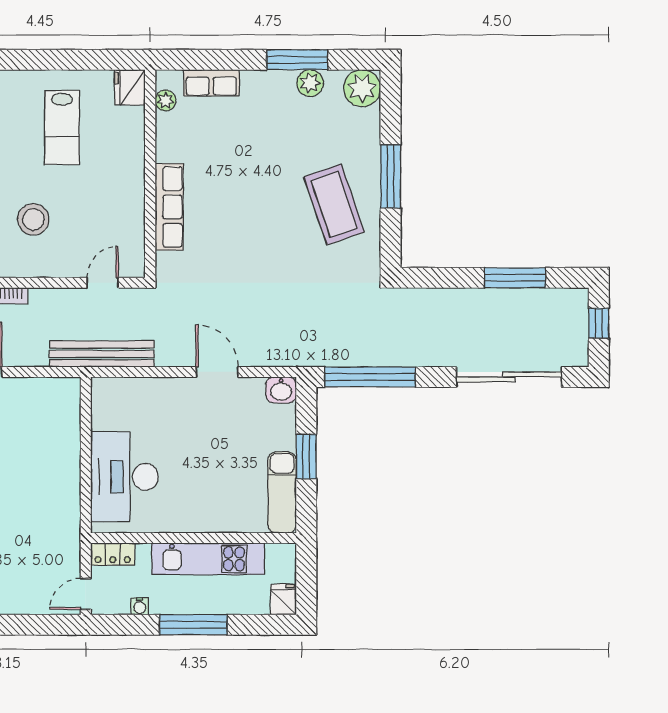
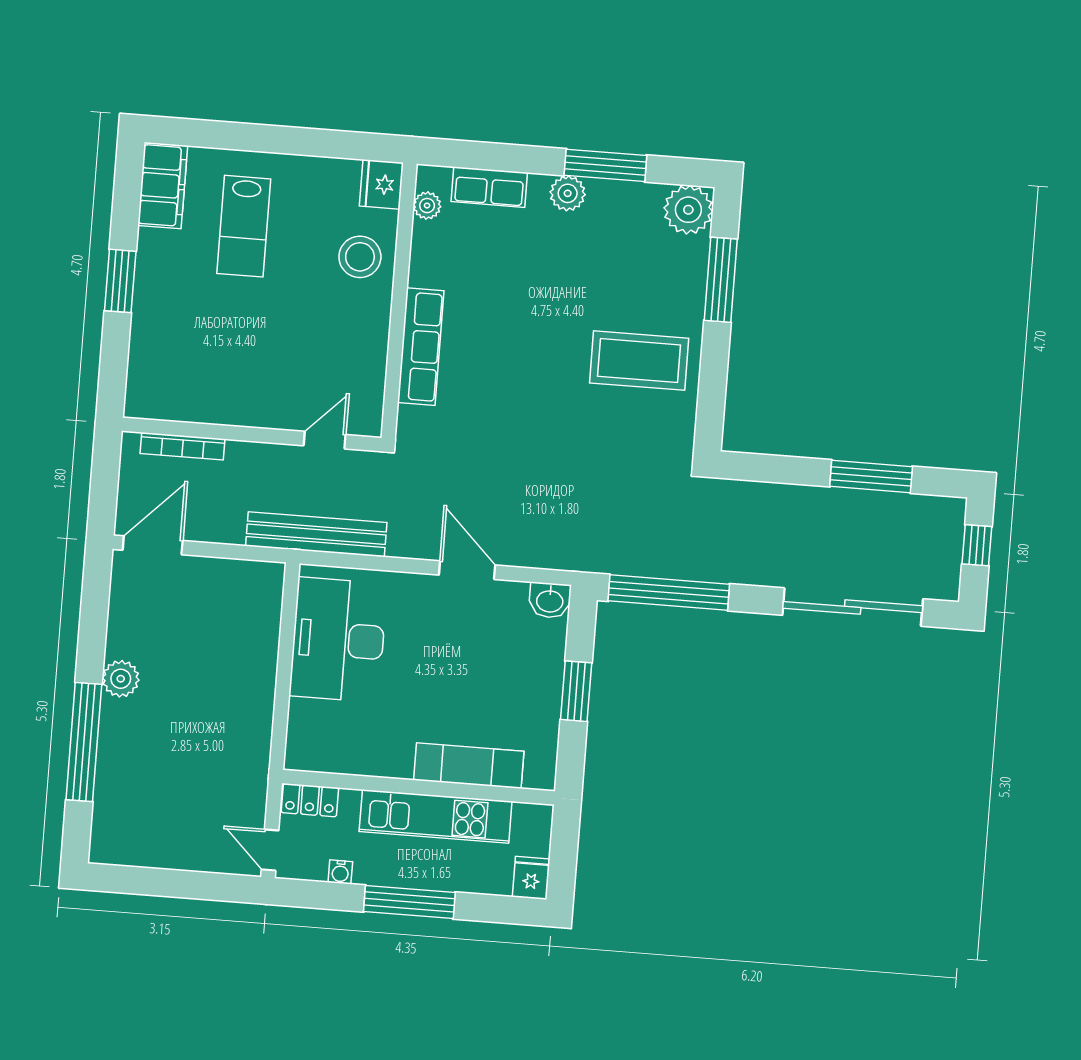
plant: (310, 83) -> (568, 193), moved
lab bench: (62, 128) -> (244, 226), moved
window: (391, 176) -> (721, 280), moved
coffee table: (334, 204) -> (639, 361), turned -71
stool: (33, 219) -> (360, 257), moved
desk: (124, 477) -> (338, 640), moved
exam couch: (282, 492) -> (469, 766), moved, turned 90
door: (86, 594) -> (270, 850), hinge flipped

